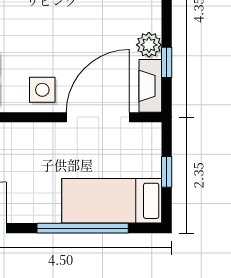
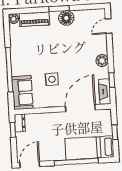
plant: (149, 45) -> (102, 61), moved
side table: (42, 90) -> (52, 79), moved

